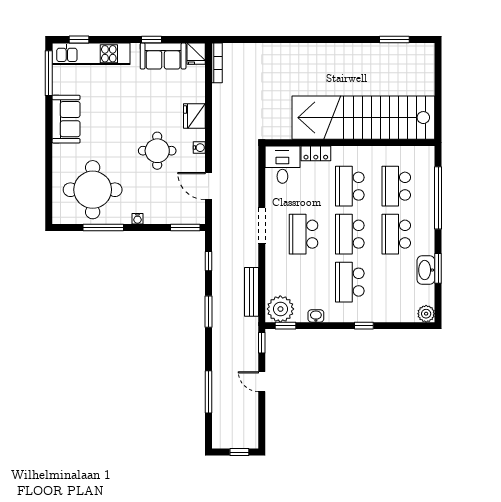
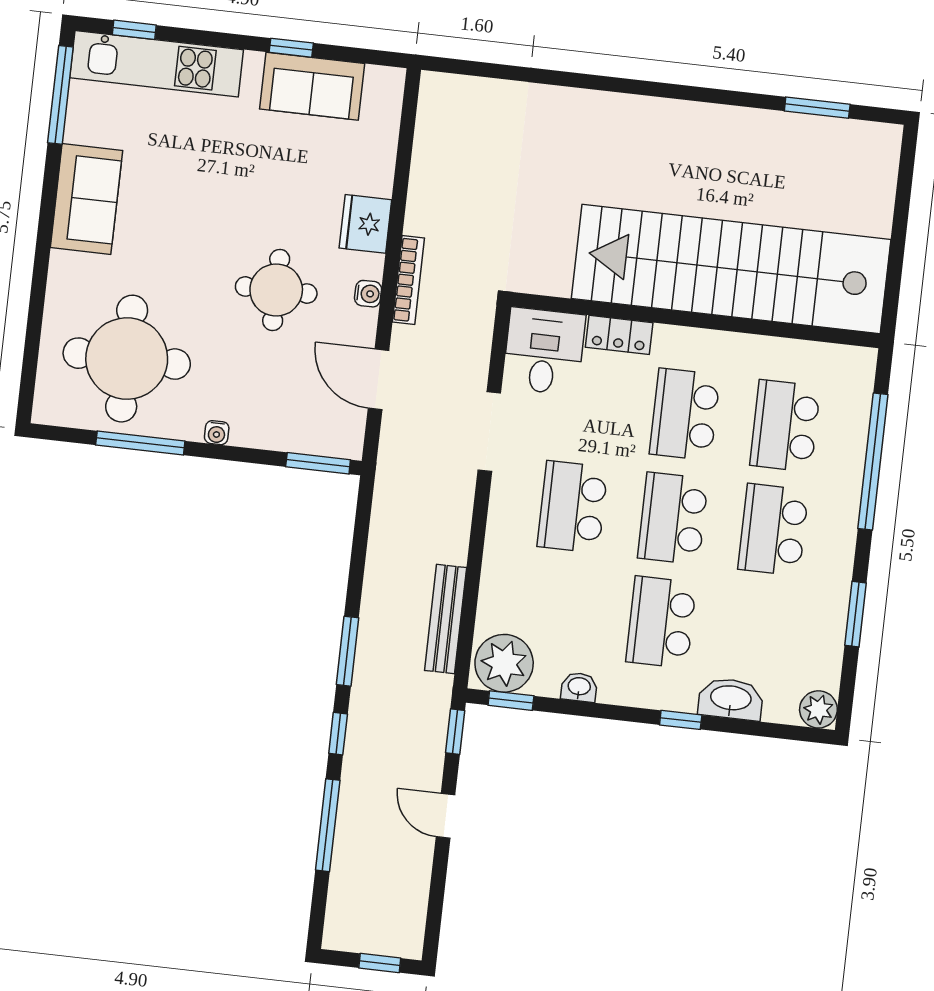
fridge: (196, 54) -> (384, 89), removed
bookcase: (217, 63) -> (408, 280), moved
doorway: (262, 226) -> (489, 432), moved
window: (208, 261) -> (338, 734), moved
washbasin: (426, 270) -> (731, 699), moved, turned 90

